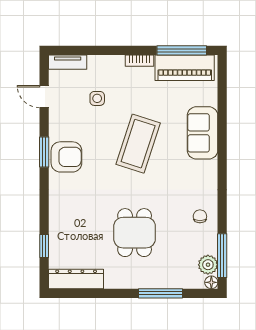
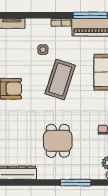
side table: (97, 98) -> (43, 50), moved

